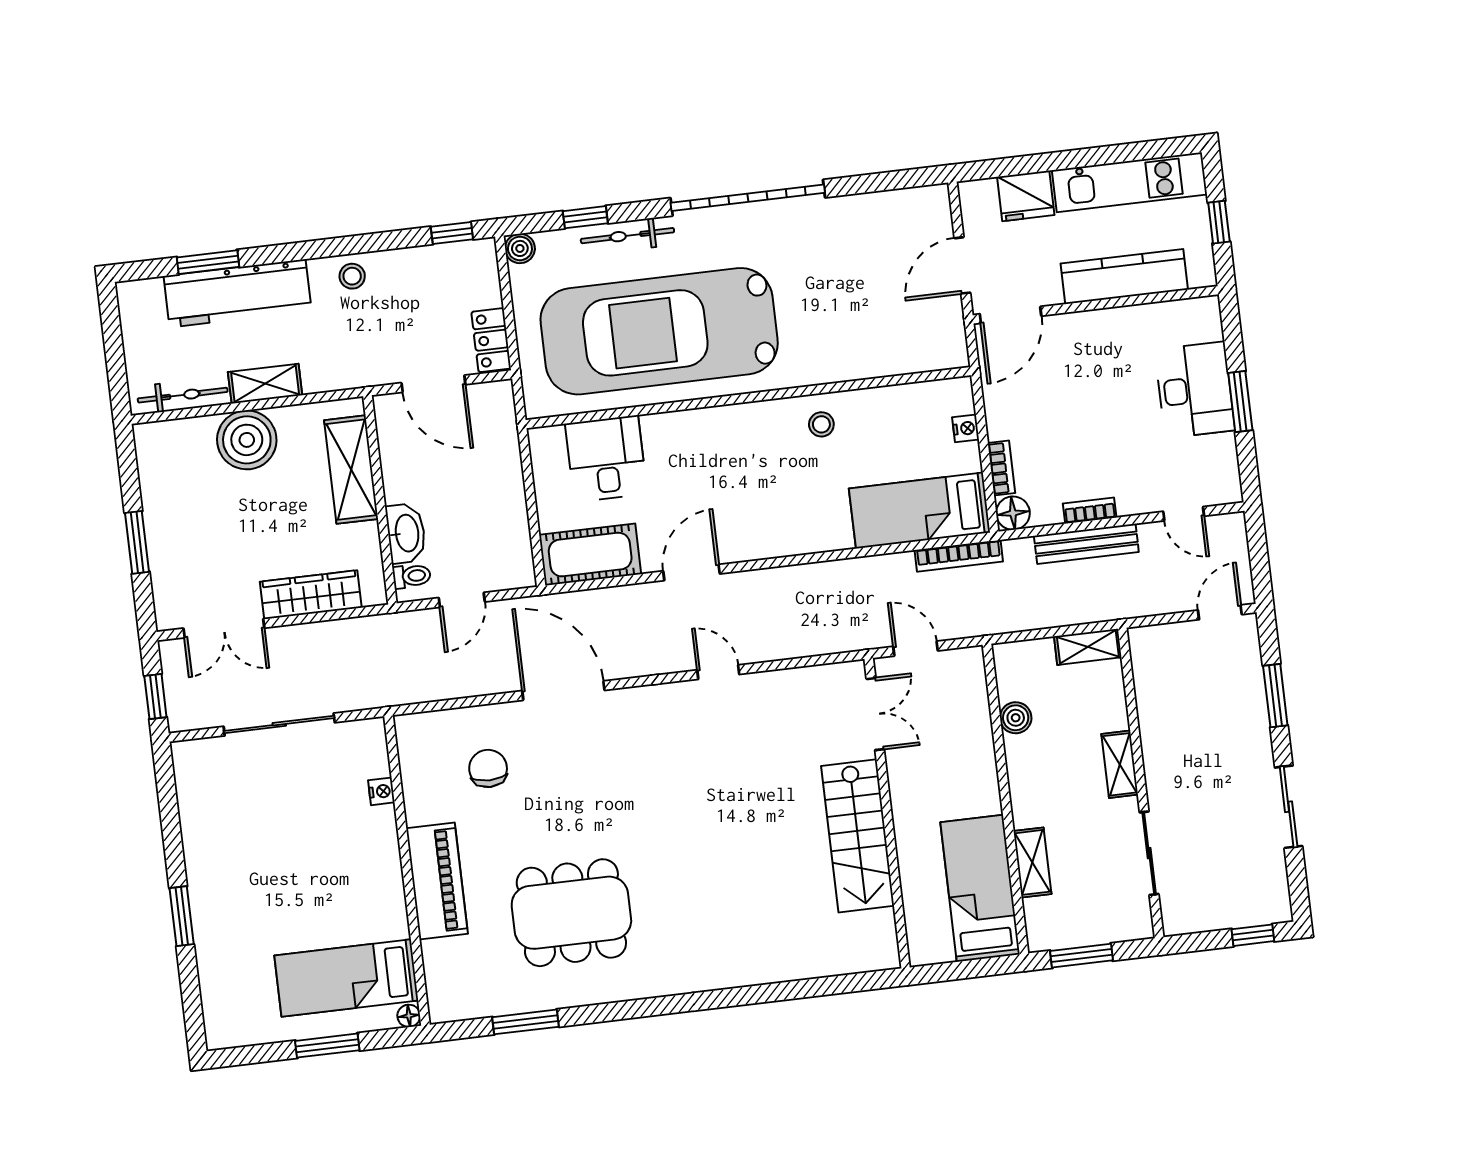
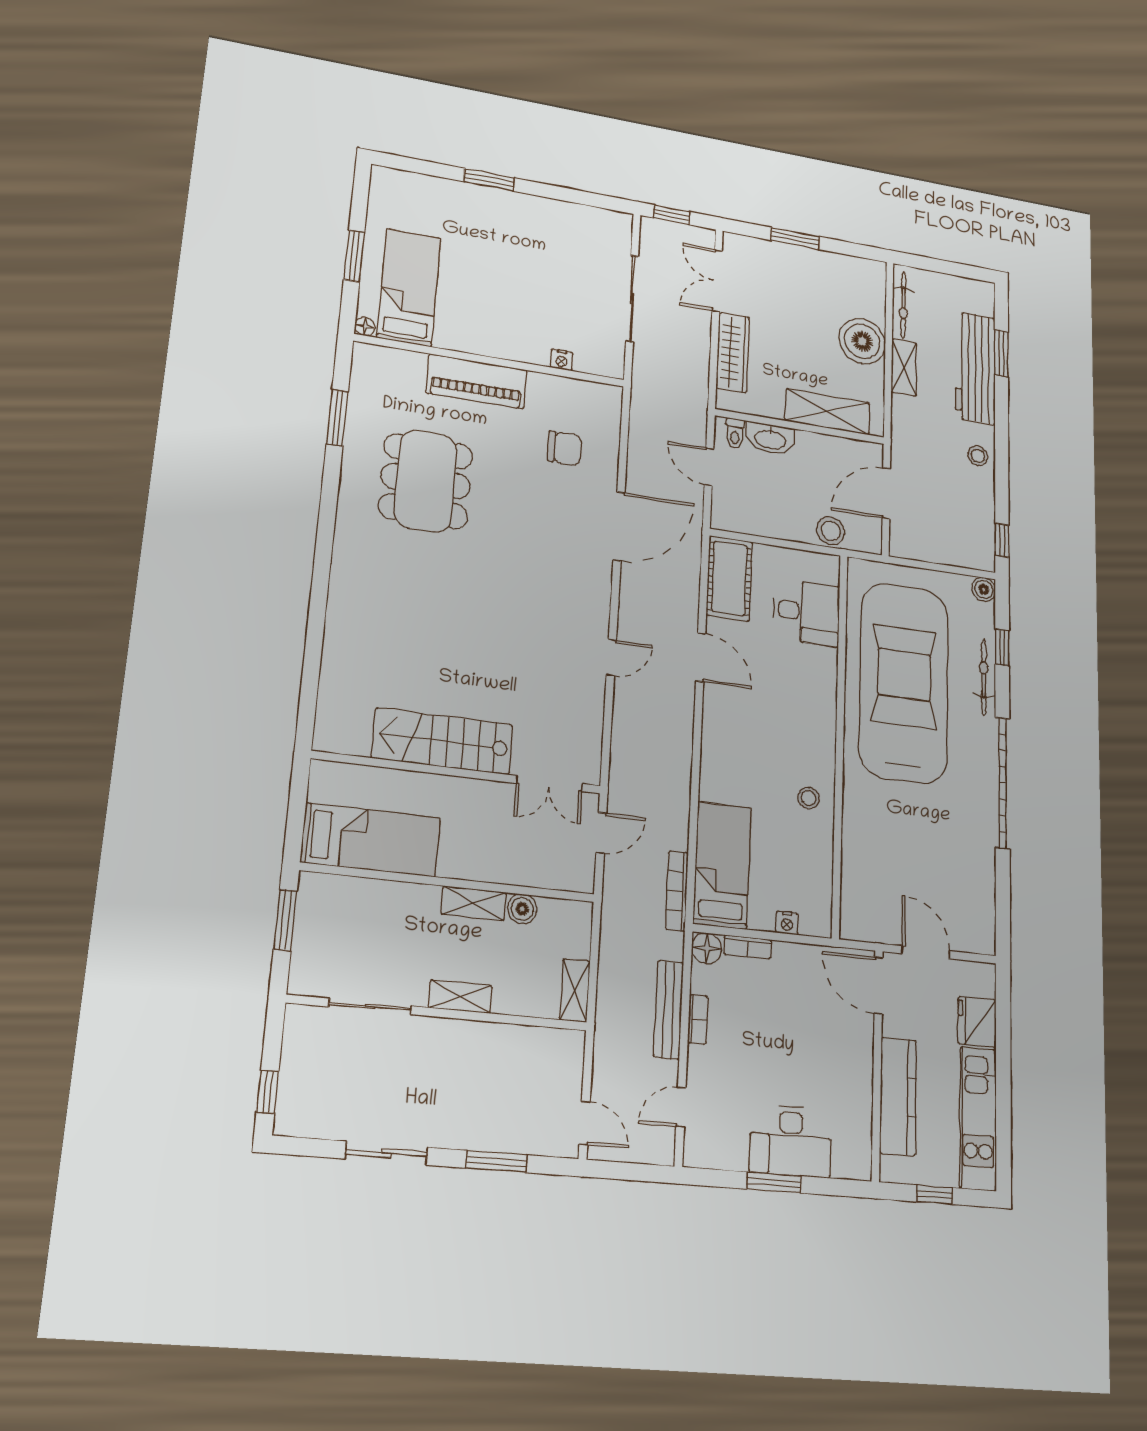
locker: (491, 340) -> (915, 547), removed
stool: (499, 444) -> (831, 531), added
shelving: (1032, 862) -> (474, 903), moved

